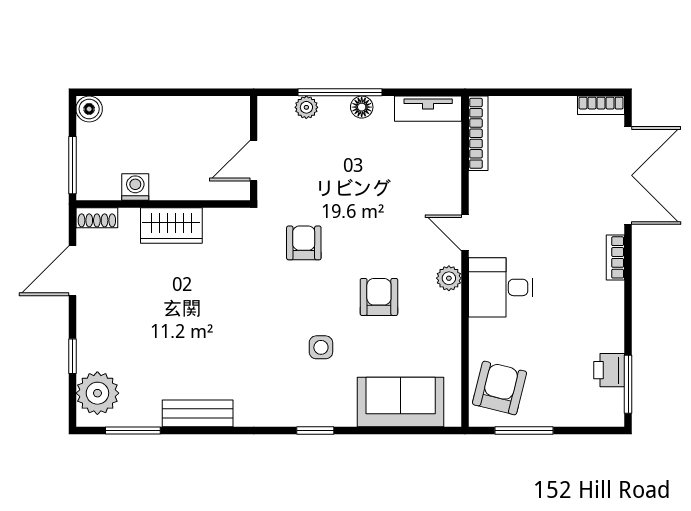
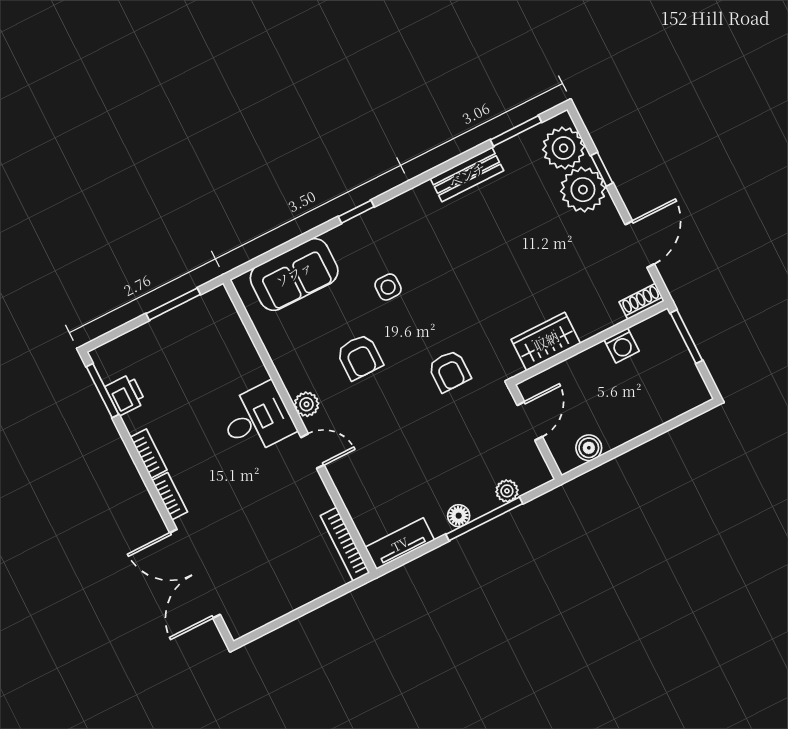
bookcase: (601, 105) -> (149, 454), moved, turned 90
boiler: (89, 109) -> (589, 448), moved
wardrobe: (171, 226) -> (546, 341), moved
plant: (99, 346) -> (583, 190), added
armchair: (500, 388) -> (214, 331), removed

